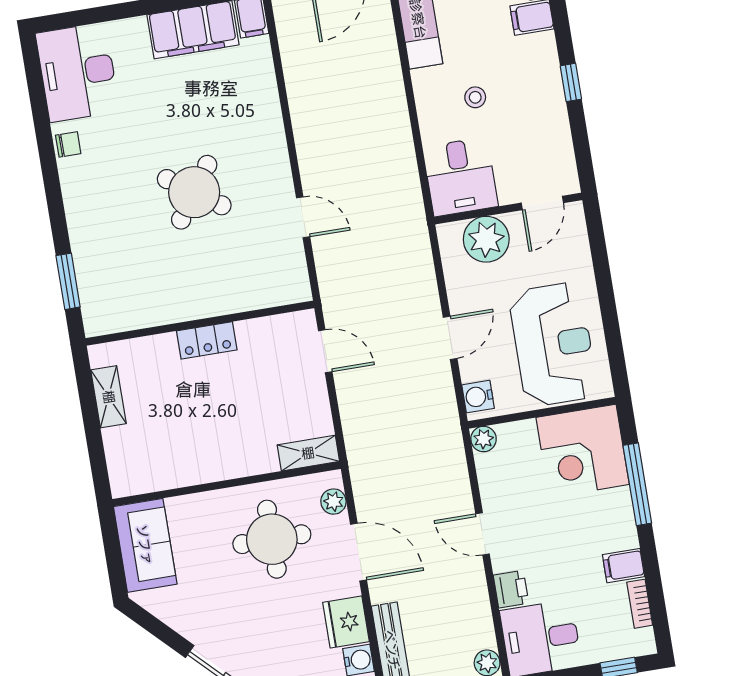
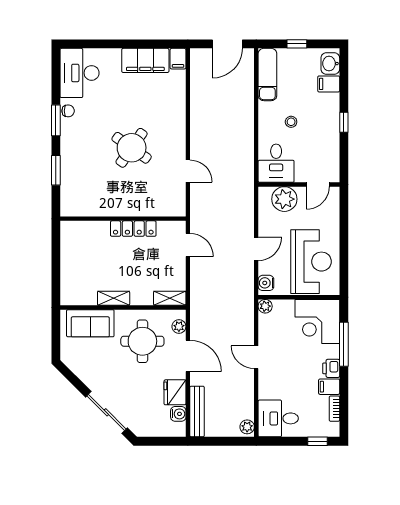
window: (49, 165) -> (56, 120), added
window: (68, 281) -> (56, 170), moved
locker: (207, 340) -> (133, 229), width x1.53
shelving: (109, 397) -> (114, 298), moved, turned 90
sofa: (145, 545) -> (90, 323), moved, turned 90
printer: (511, 589) -> (331, 368), moved, turned 180

